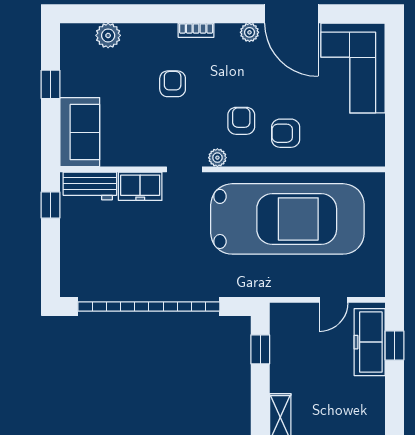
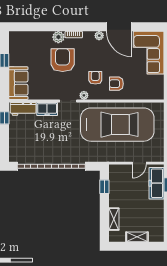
plant: (108, 35) -> (58, 37), moved
armchair: (173, 84) -> (63, 60), width x1.88, depth x1.88

